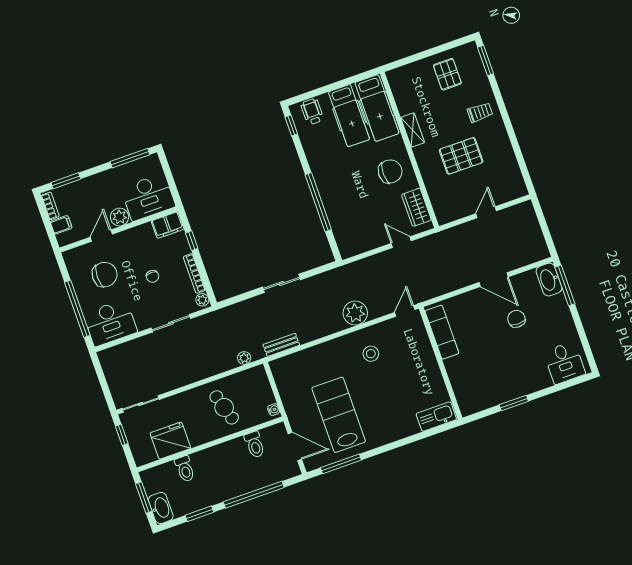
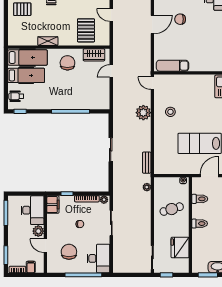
pallet: (461, 156) -> (86, 30), moved
toilet: (185, 469) -> (200, 224), moved

